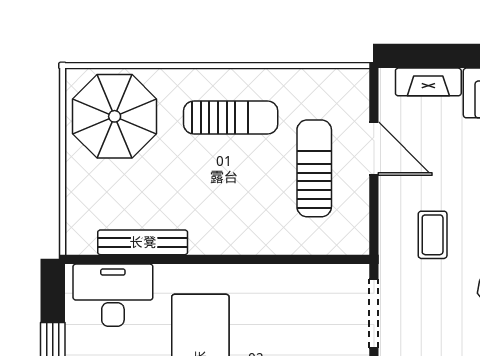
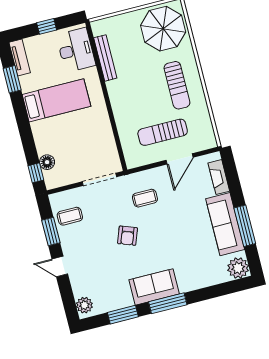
sun lounger: (314, 168) -> (163, 132), turned 180

